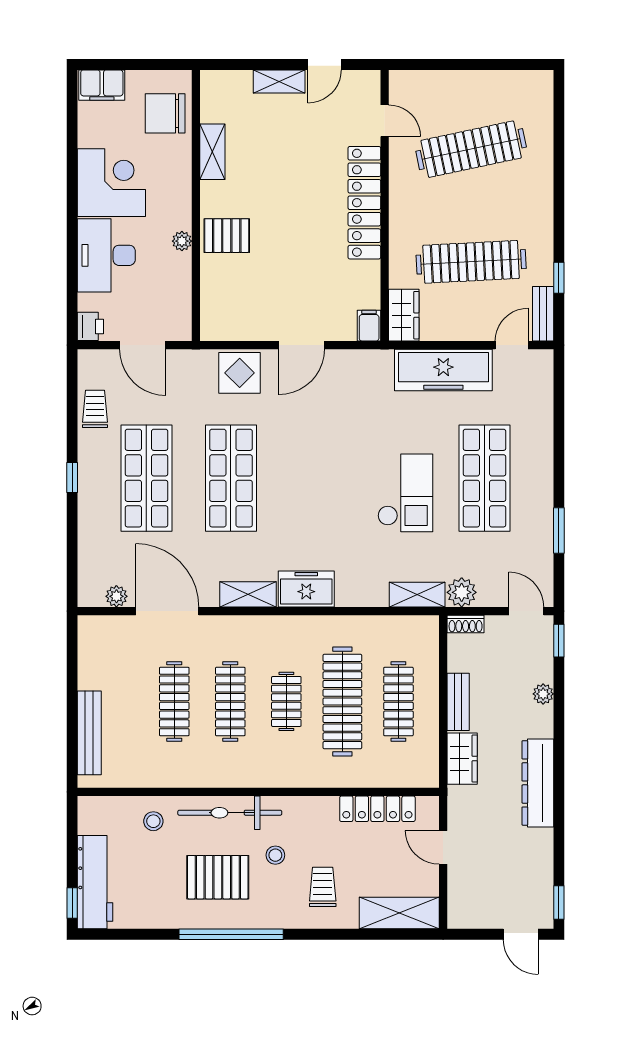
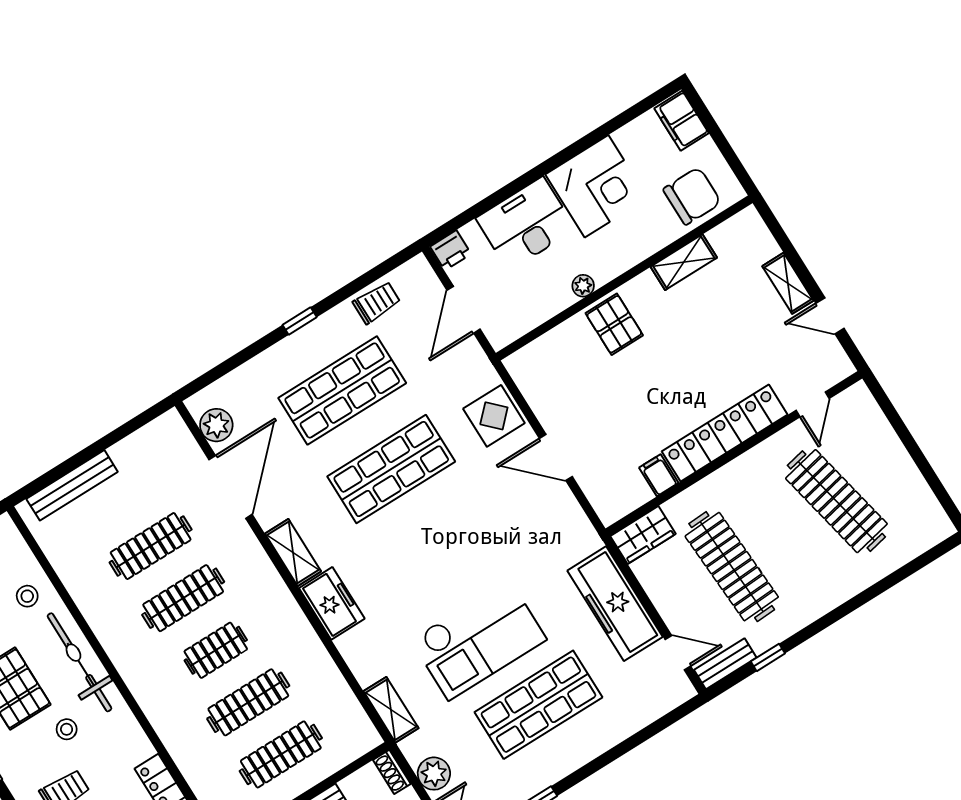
chair: (165, 113) -> (692, 196), turned 90
filing cabinet: (369, 326) -> (659, 475), moved, turned -90
checkout: (405, 493) -> (479, 640), width x1.36, depth x1.21
plant: (462, 592) -> (434, 774), moved
plant: (116, 596) -> (216, 425), width x1.38, depth x1.38
clothes rail: (342, 701) -> (248, 702), width x0.73, depth x0.76

